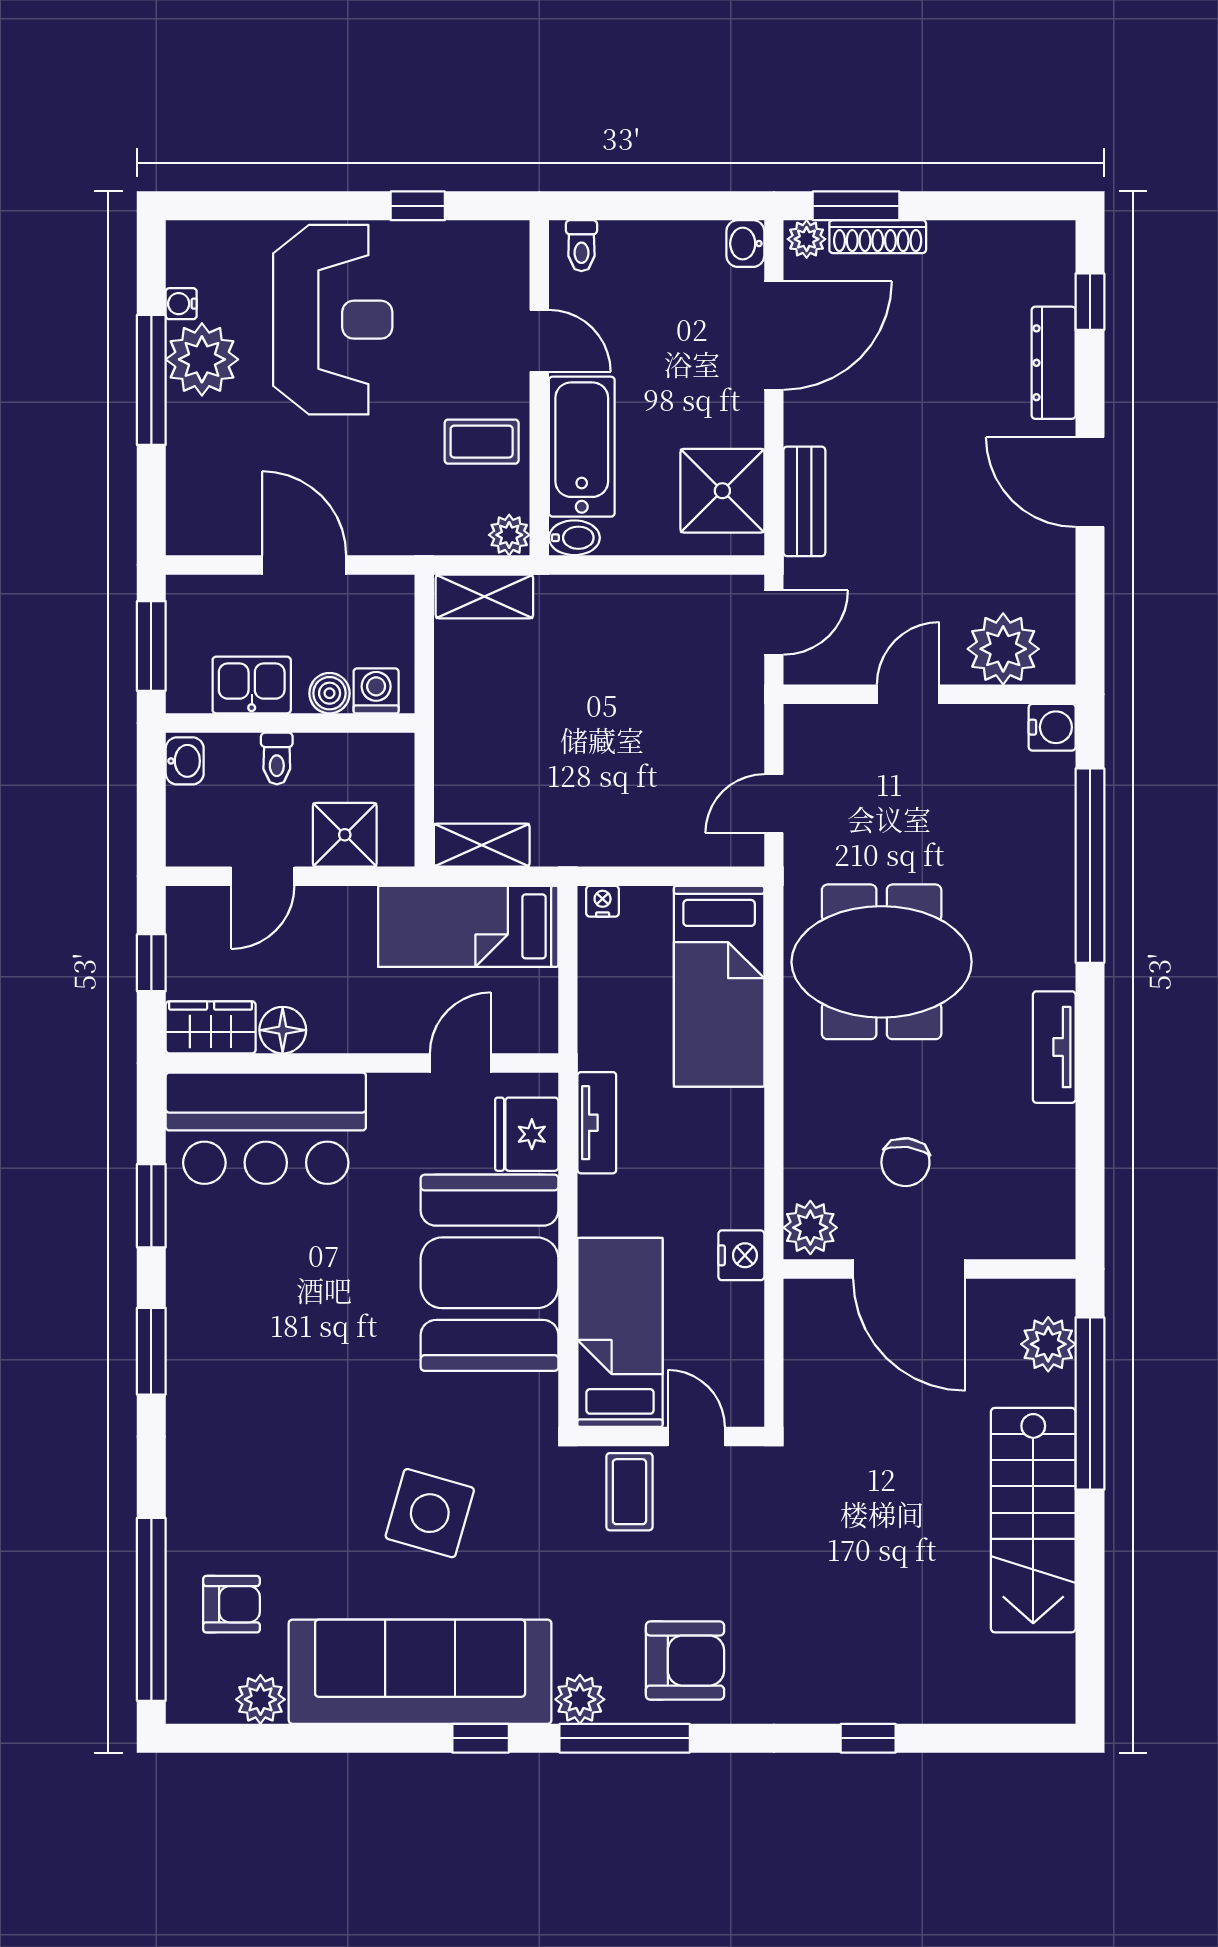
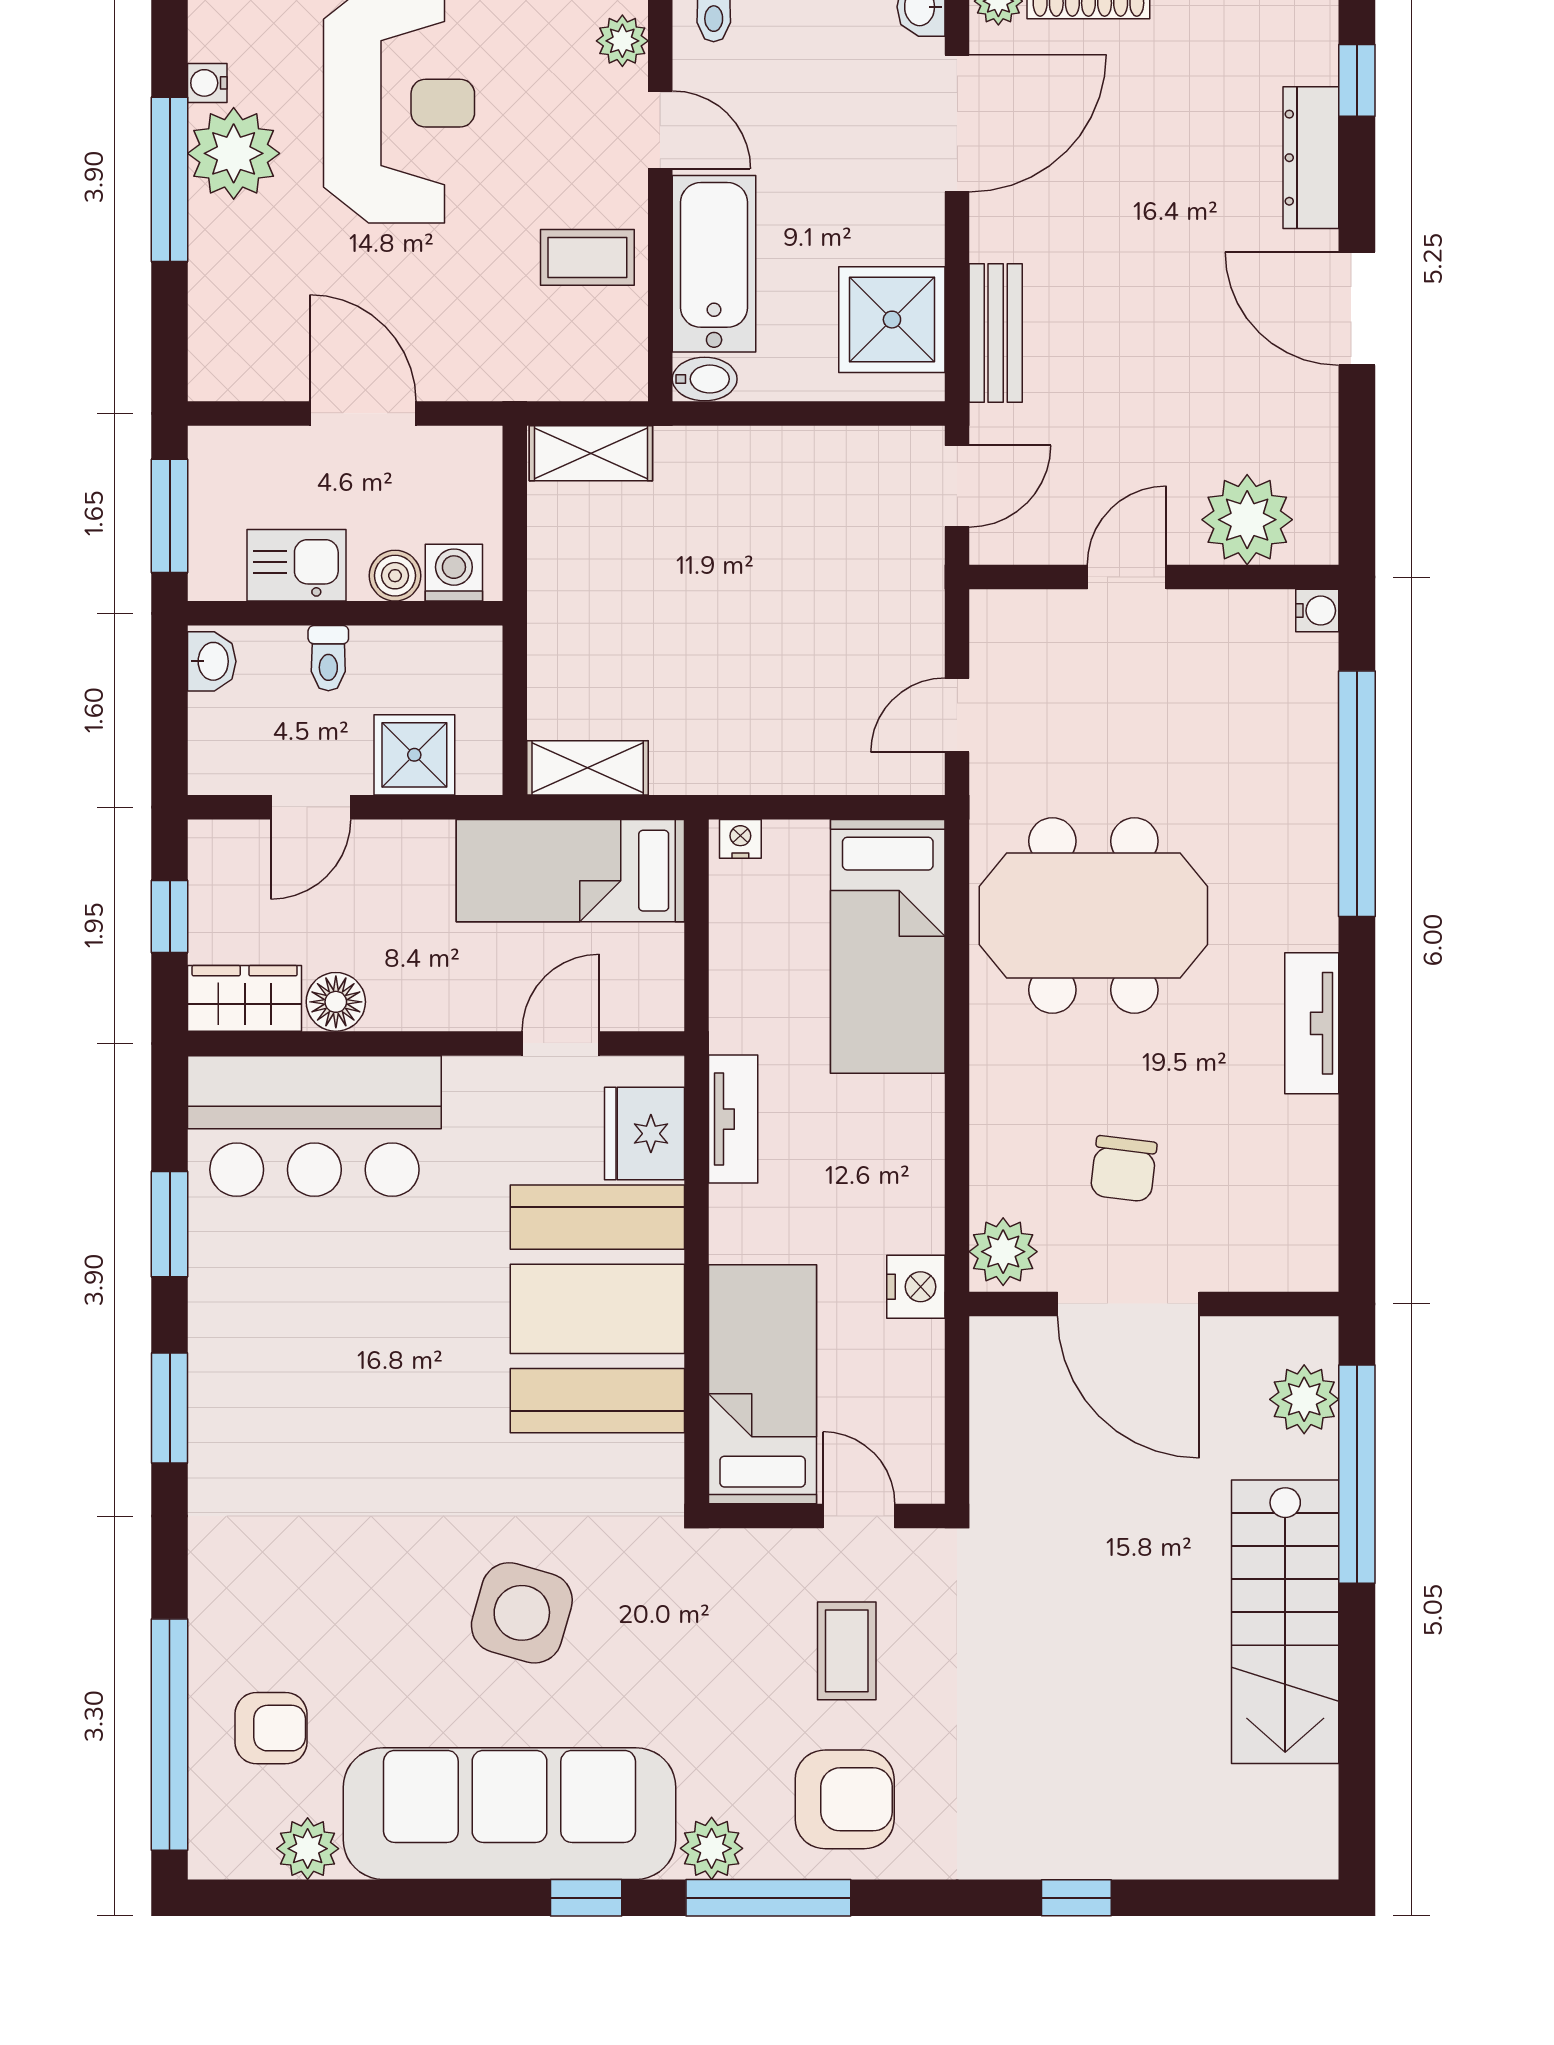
plant: (509, 535) -> (622, 41), moved
water cooler: (1052, 727) -> (1317, 611), width x0.72, depth x0.72
coffee table: (629, 1492) -> (847, 1651), moved

